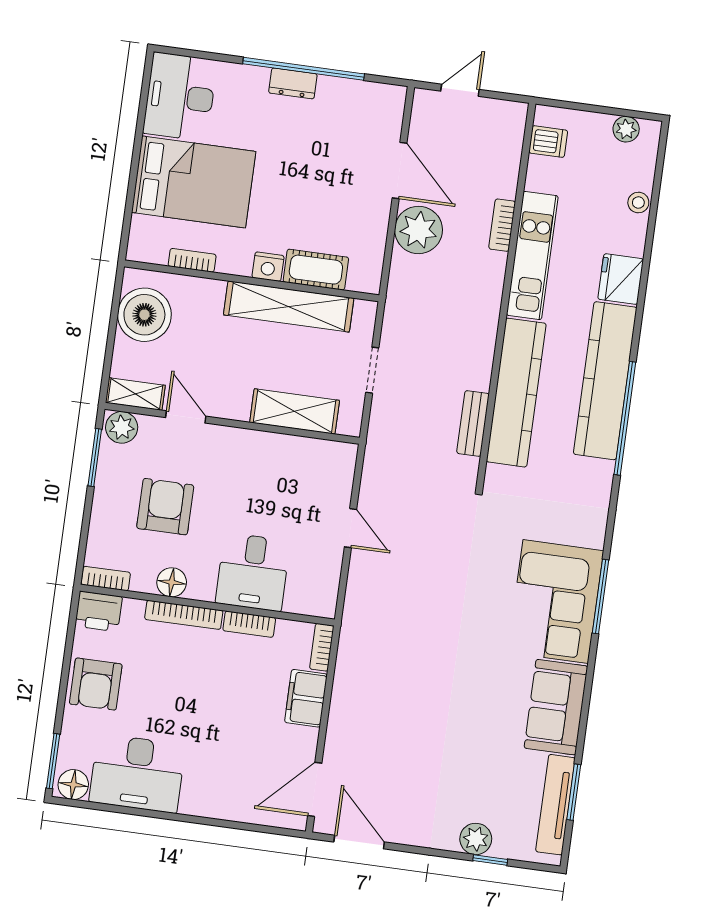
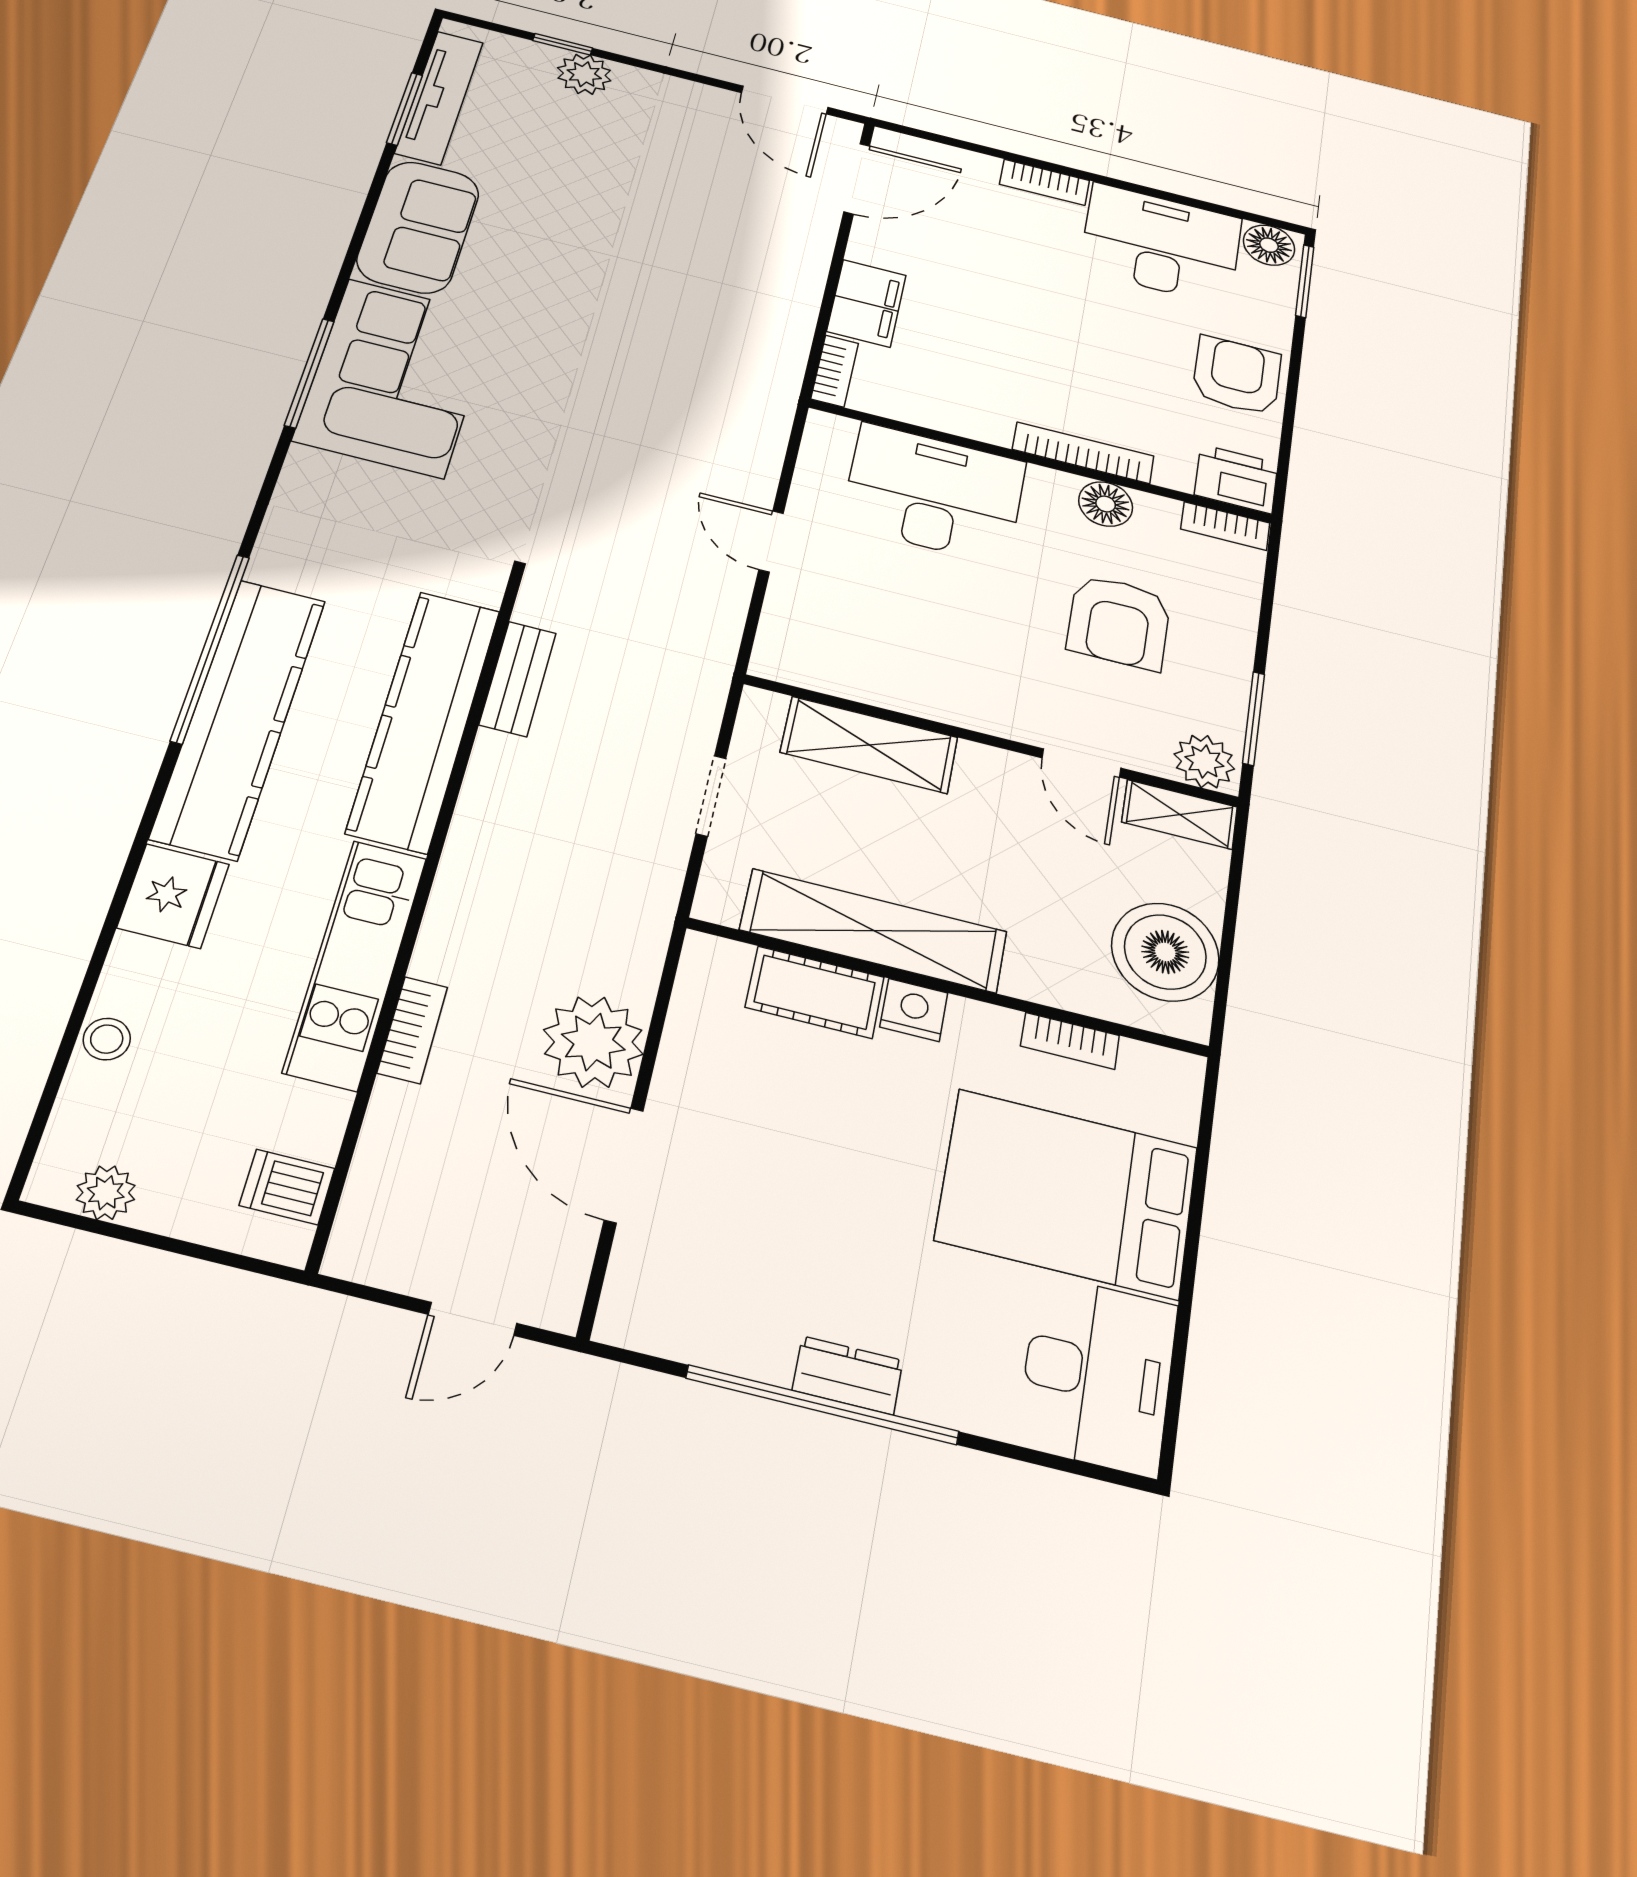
desk: (253, 572) -> (934, 493), width x1.37
bookcase: (249, 624) -> (1045, 182), moved, turned 180

